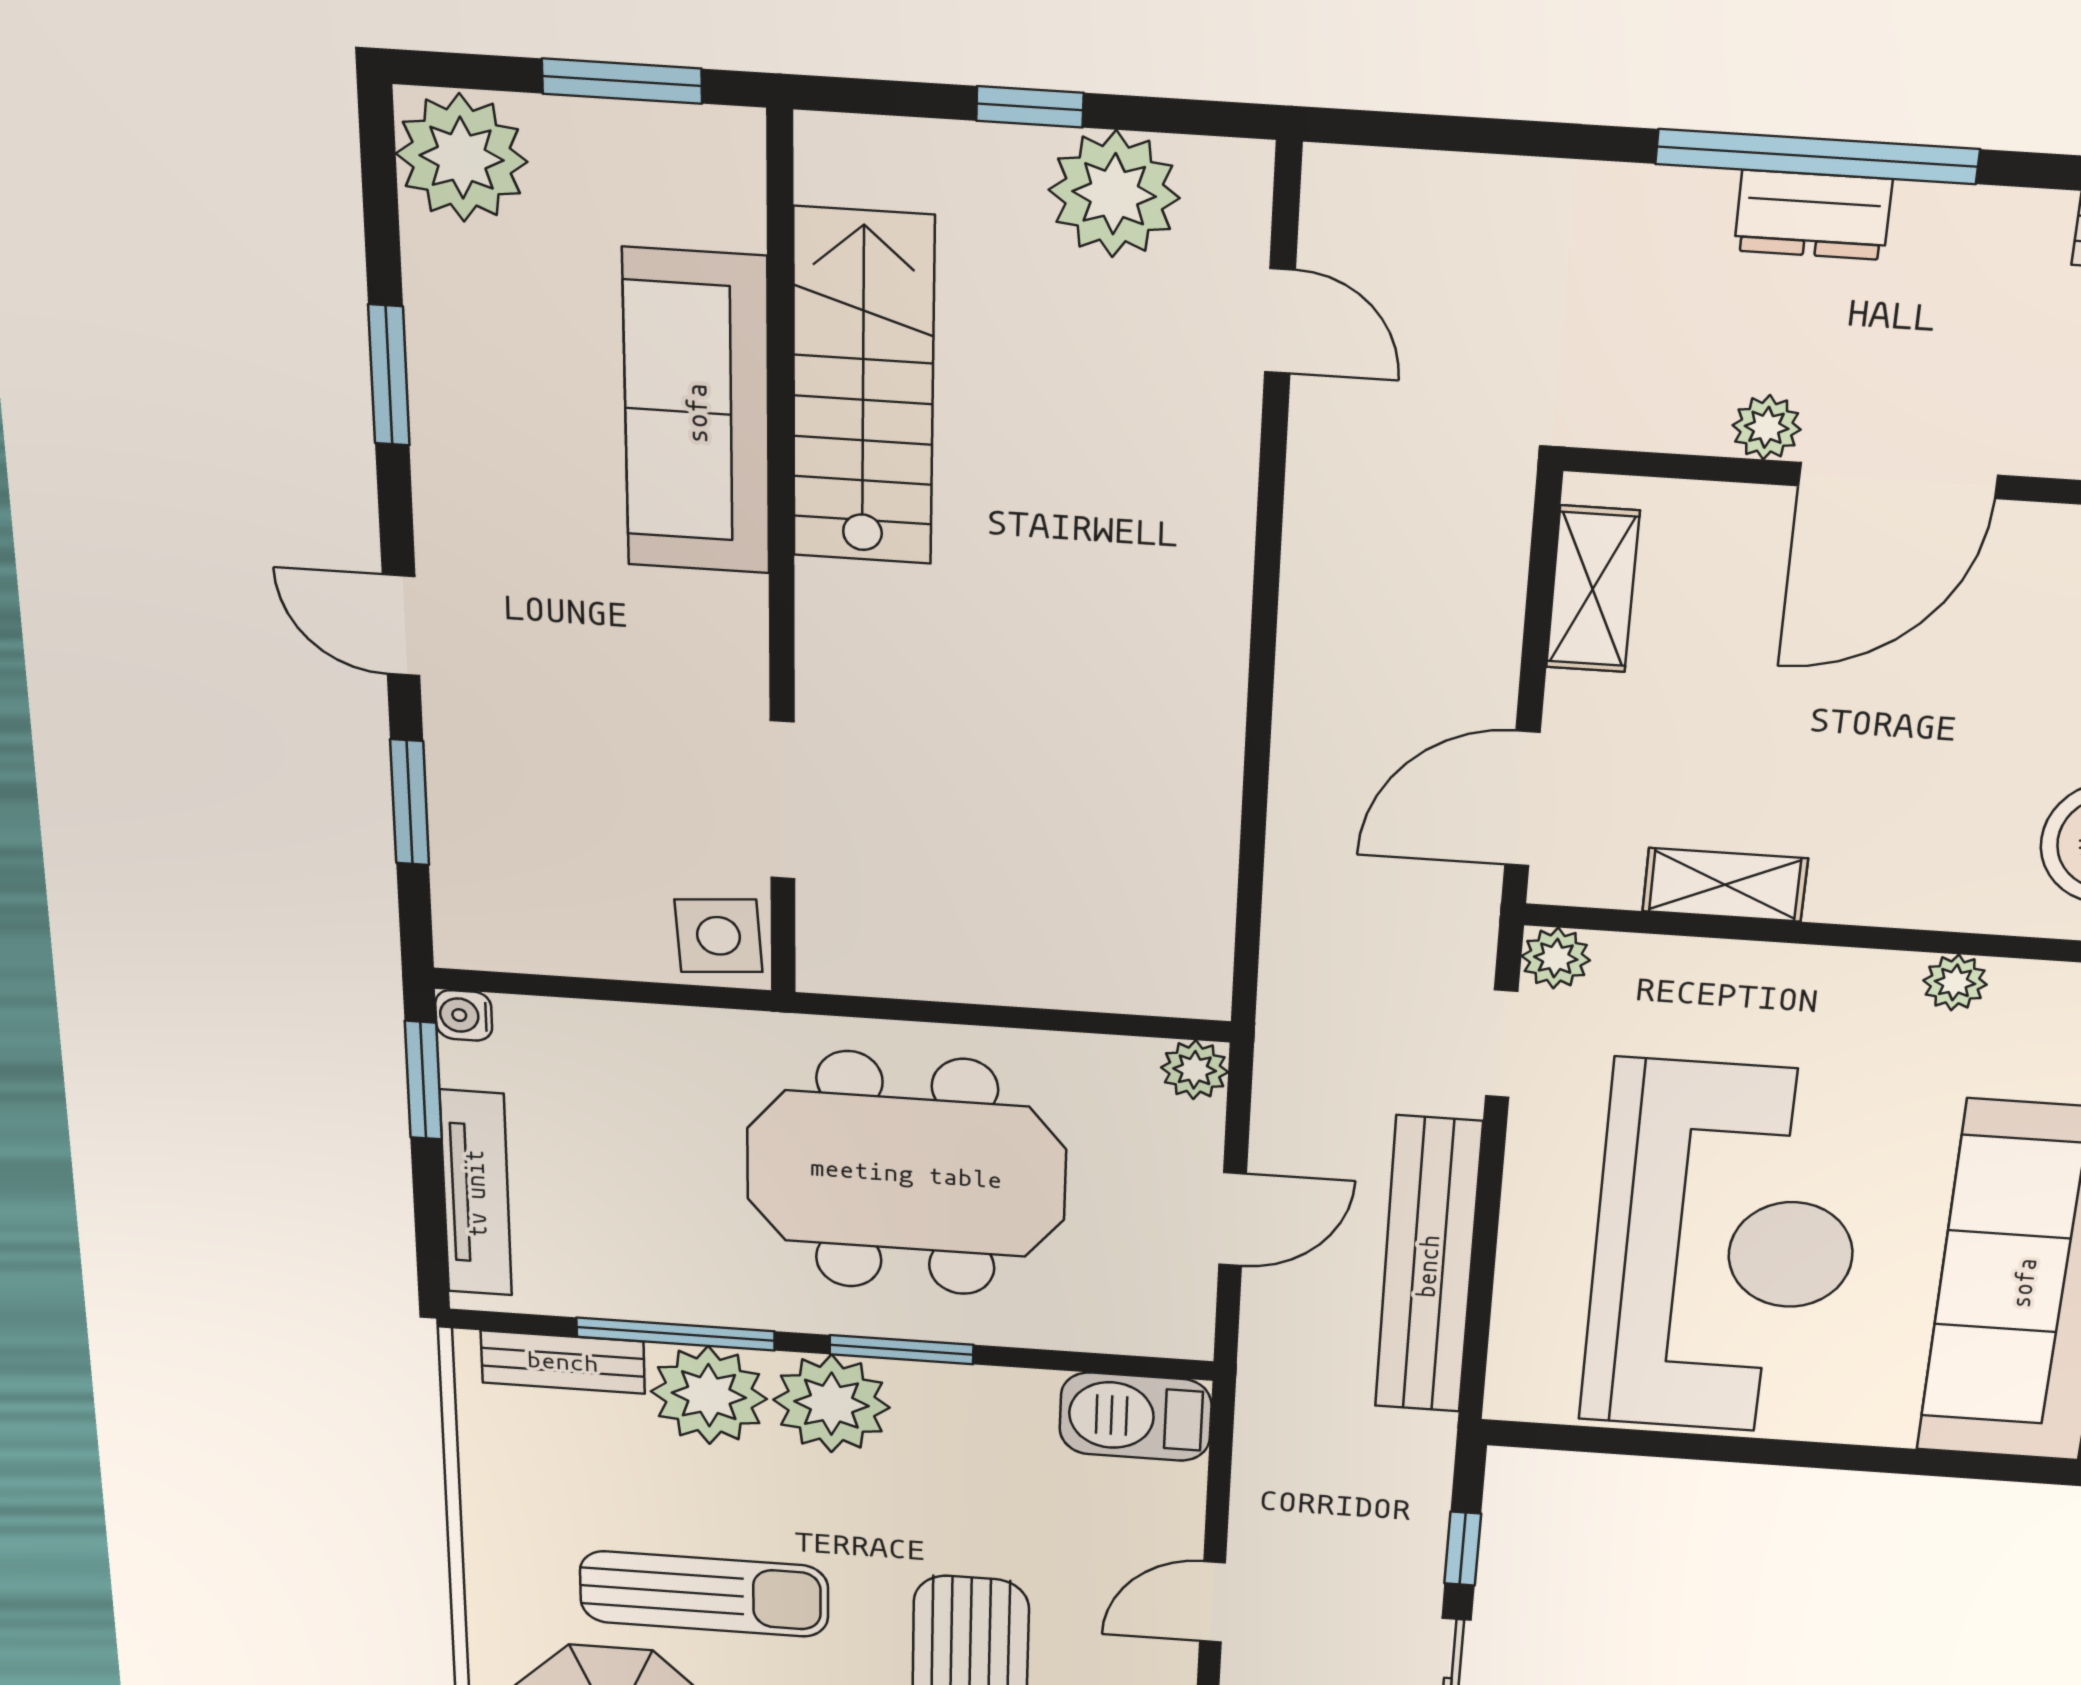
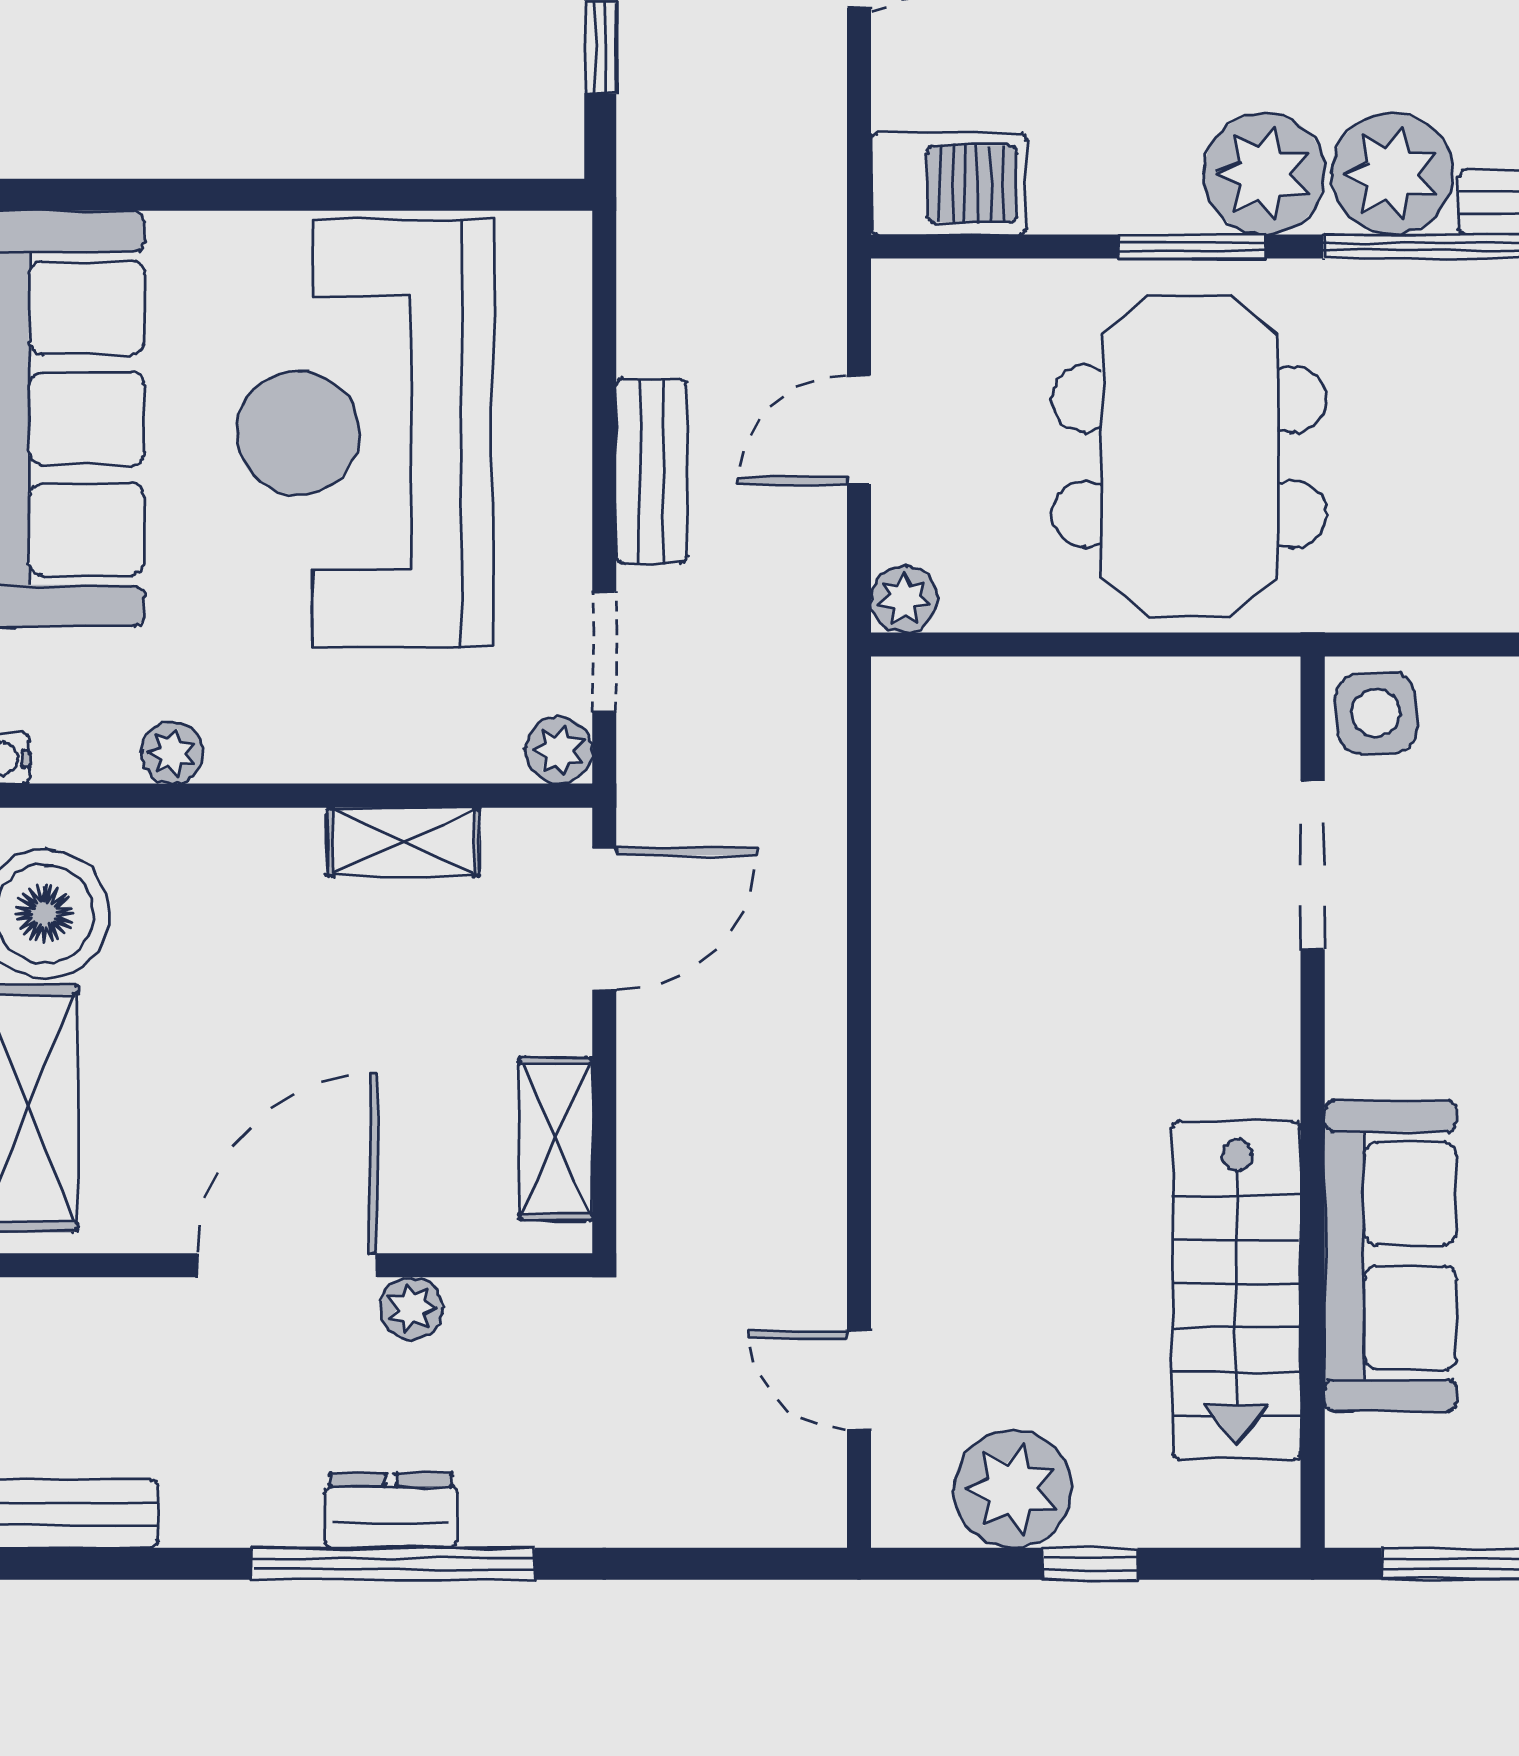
meeting table: (906, 1174) -> (1189, 457), turned 90
bench: (1428, 1266) -> (652, 471), width x0.54, depth x0.82

